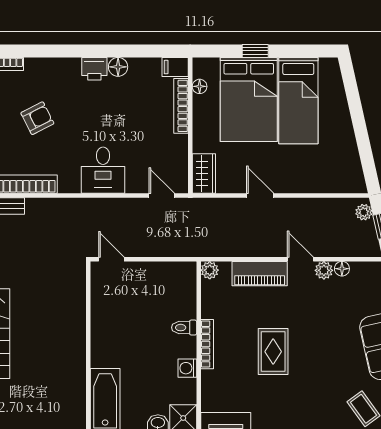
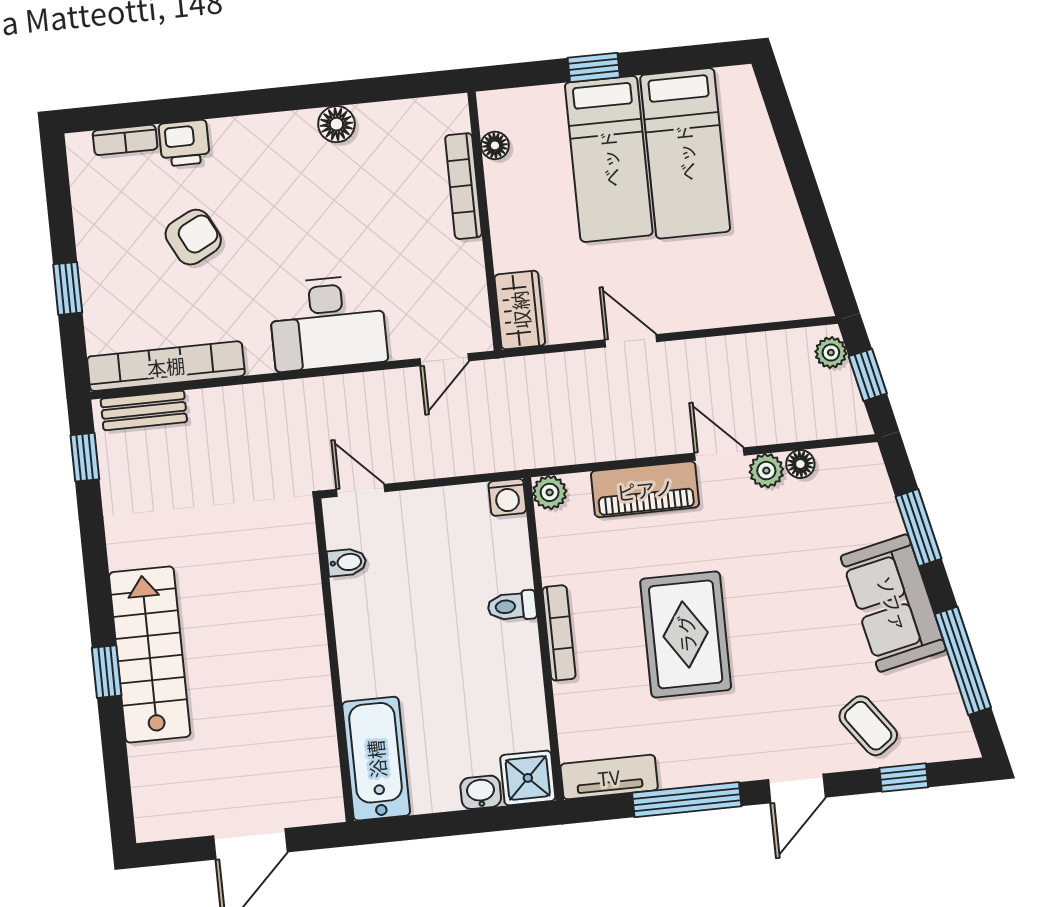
filing cabinet: (175, 67) -> (445, 113), removed
printer: (94, 69) -> (184, 143), moved
bed: (249, 99) -> (609, 159), width x0.67
desk: (103, 170) -> (328, 323), width x1.37
door: (162, 195) -> (444, 360), swing flipped
bidet: (100, 296) -> (347, 562), added
rug: (273, 352) -> (686, 634), width x1.36, depth x1.43
washing machine: (187, 368) -> (507, 497), moved, turned -90

